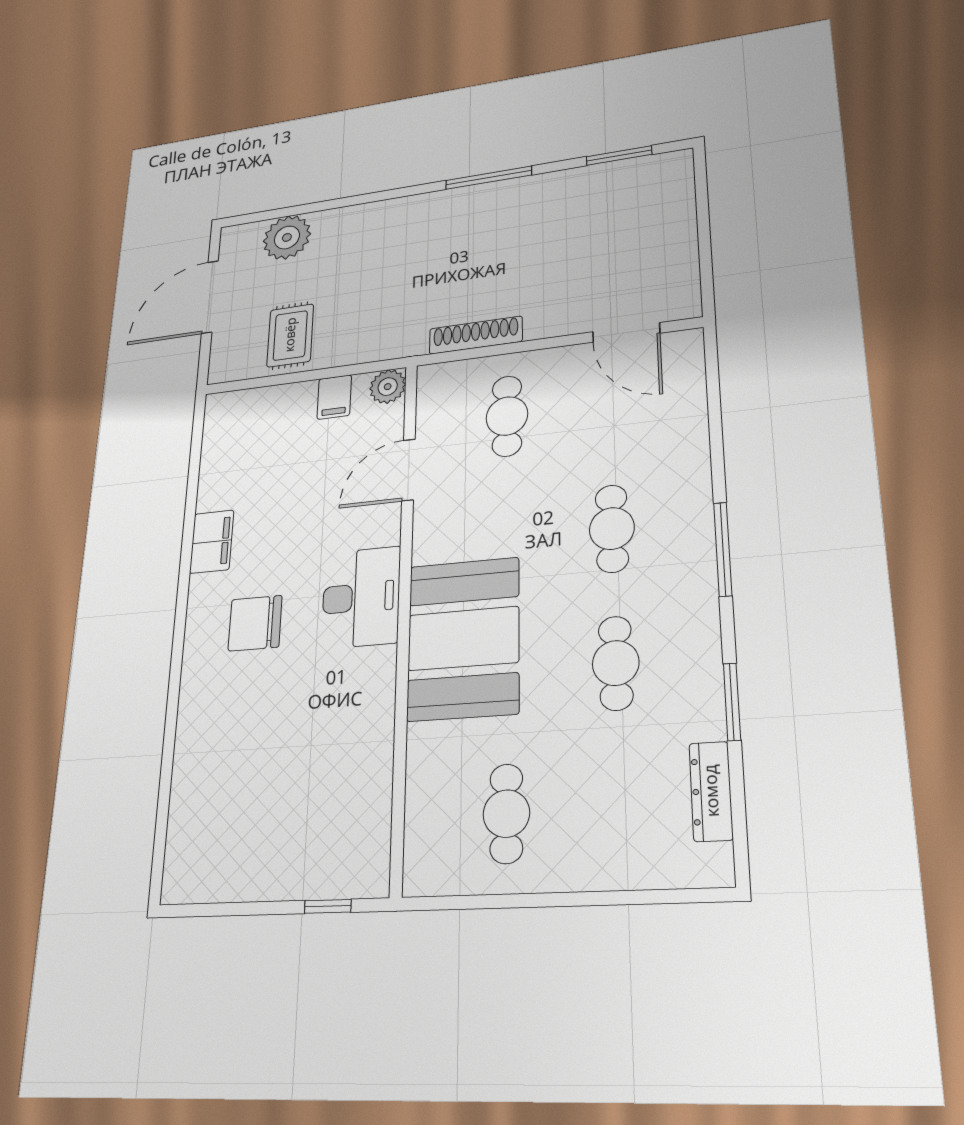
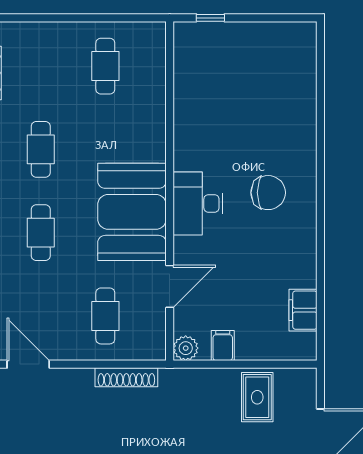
filing cabinet: (212, 542) -> (303, 310), moved
booth: (463, 639) -> (132, 212), moved

